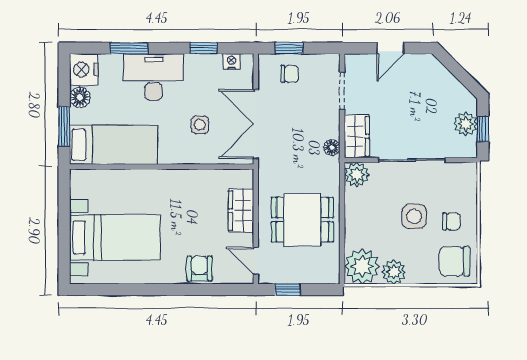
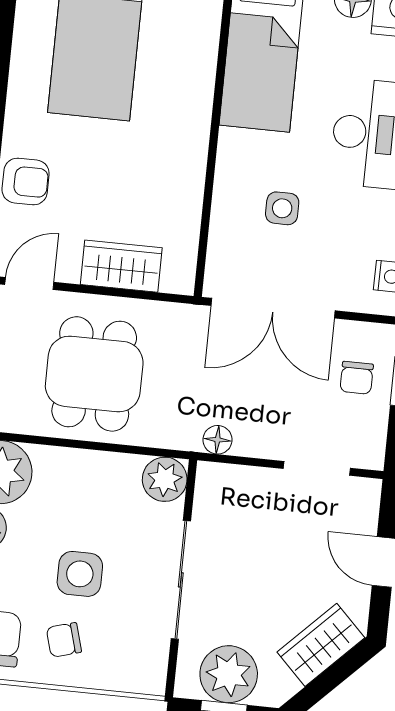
double door: (256, 124) -> (273, 308), swing flipped
plant: (466, 124) -> (229, 674), width x1.36, depth x1.36
wardrobe: (357, 136) -> (321, 645), moved, turned 135
chair: (452, 221) -> (64, 640), turned 74

